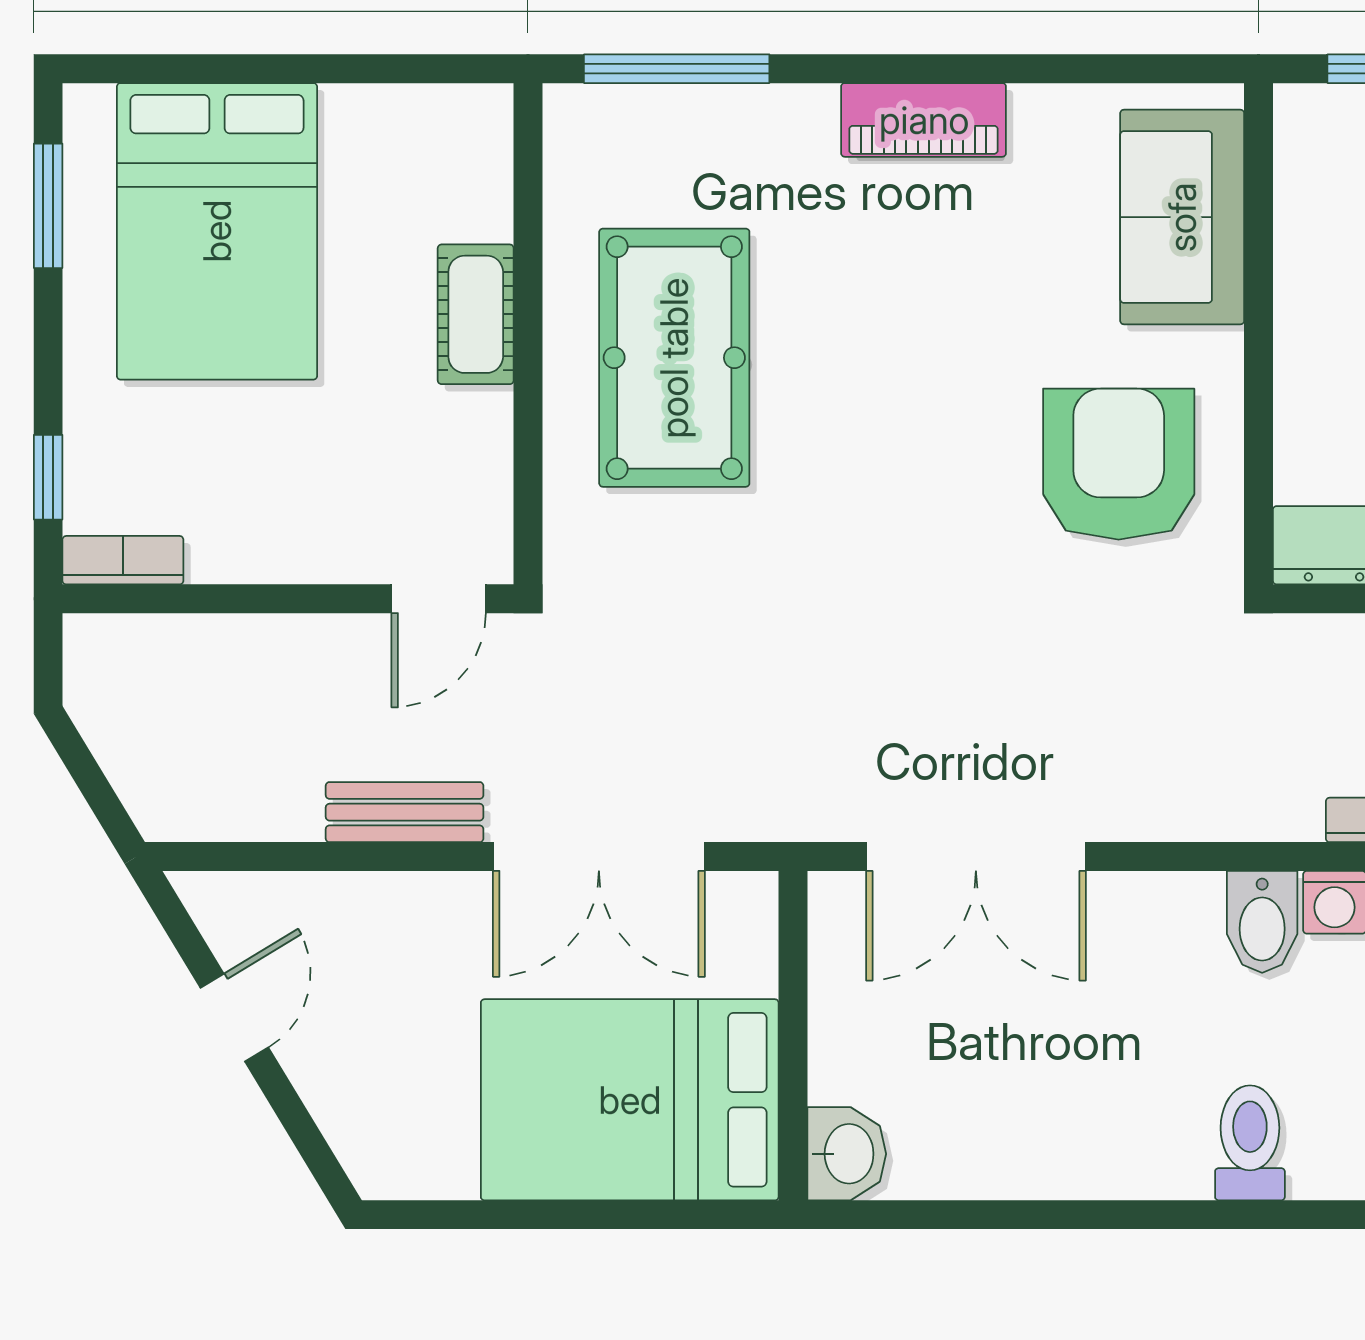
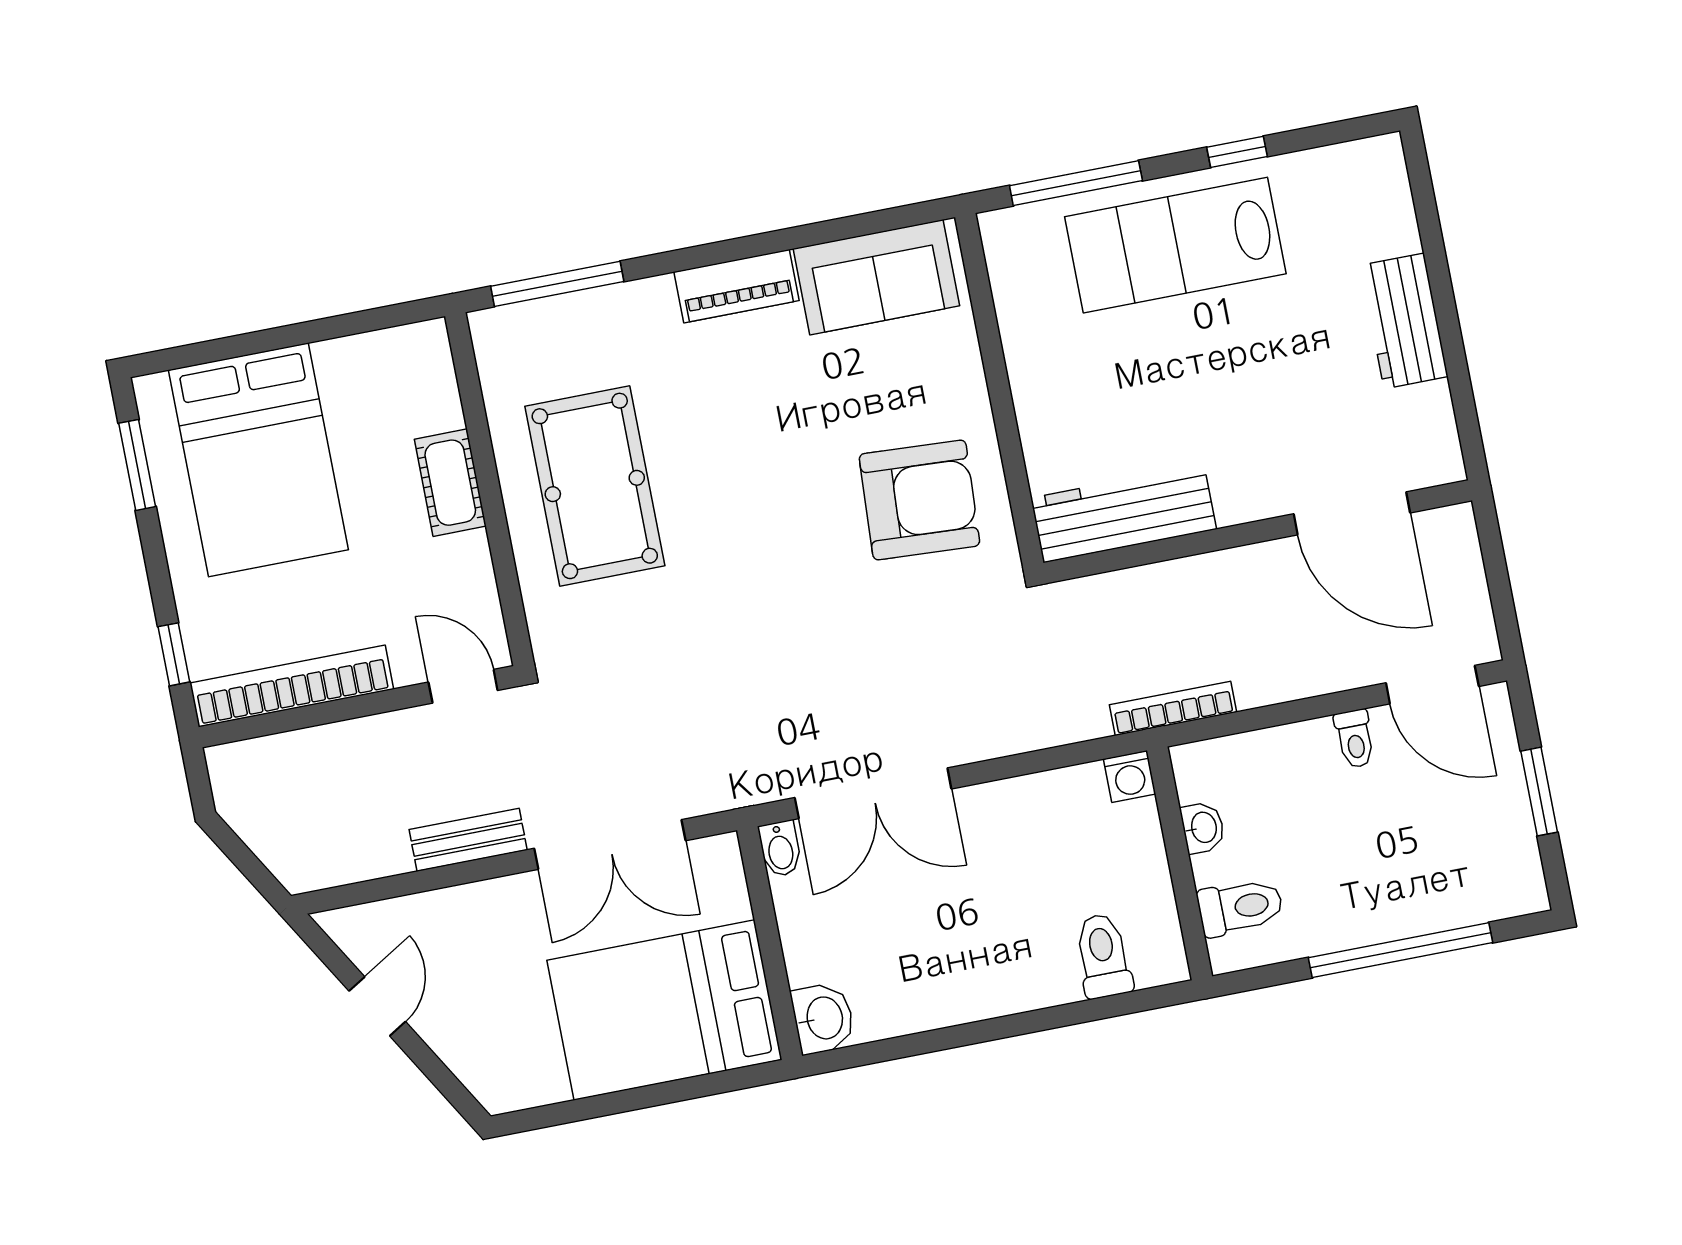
sofa: (1182, 217) -> (876, 277), moved, turned -90
armchair: (1119, 464) -> (919, 500), turned 93
bookcase: (123, 560) -> (292, 686), width x2.31, depth x1.31
door: (439, 599) -> (463, 686), swing flipped
bidet: (1262, 922) -> (780, 849), moved, width x0.72, depth x0.74

